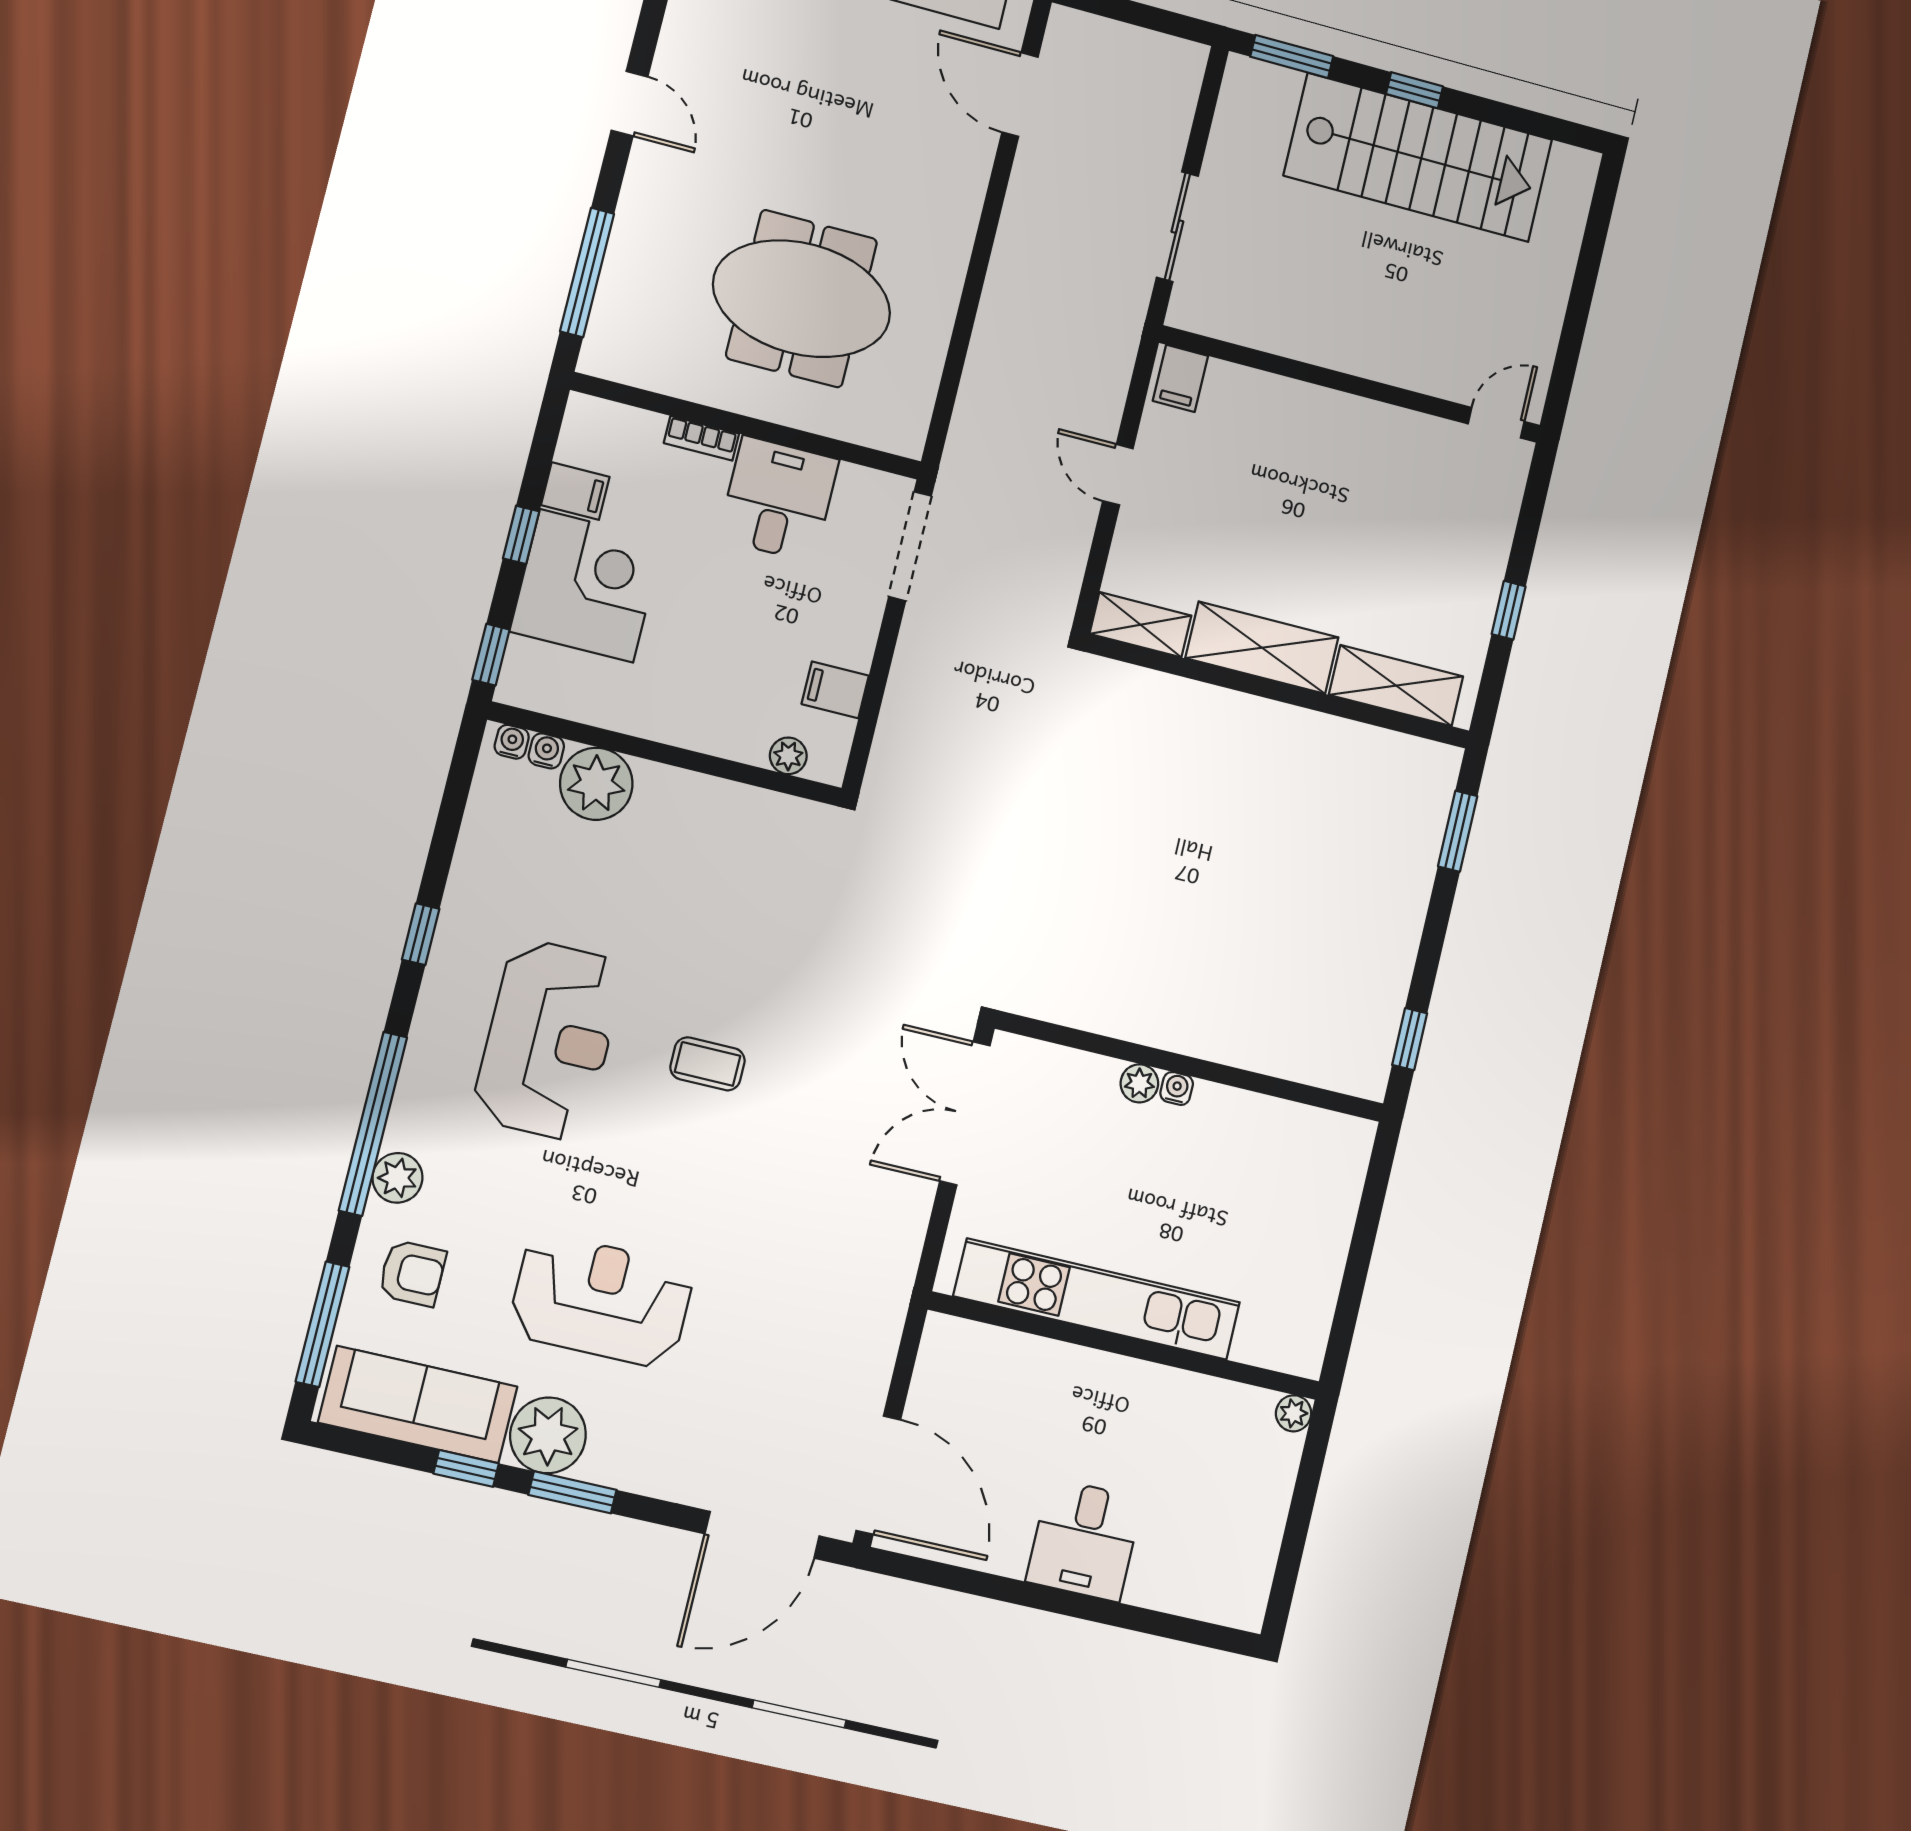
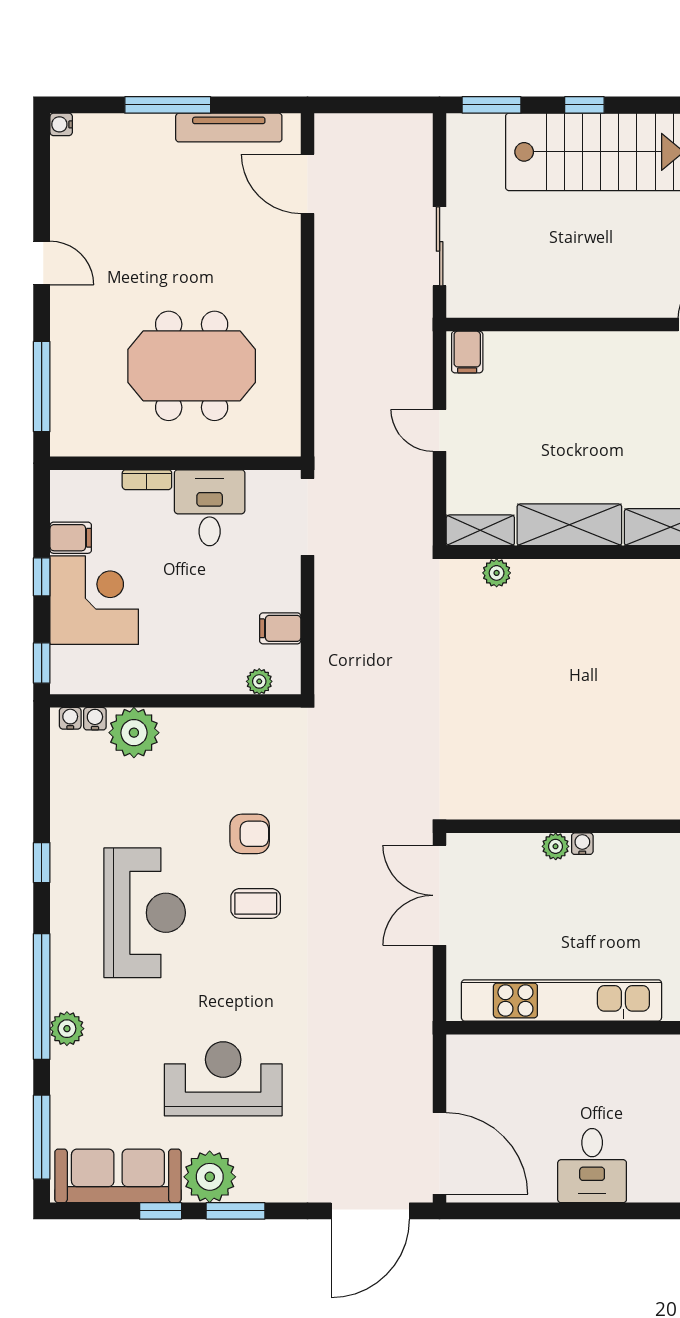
plant: (1149, 688) -> (497, 573), added
armchair: (412, 1273) -> (250, 834), moved

